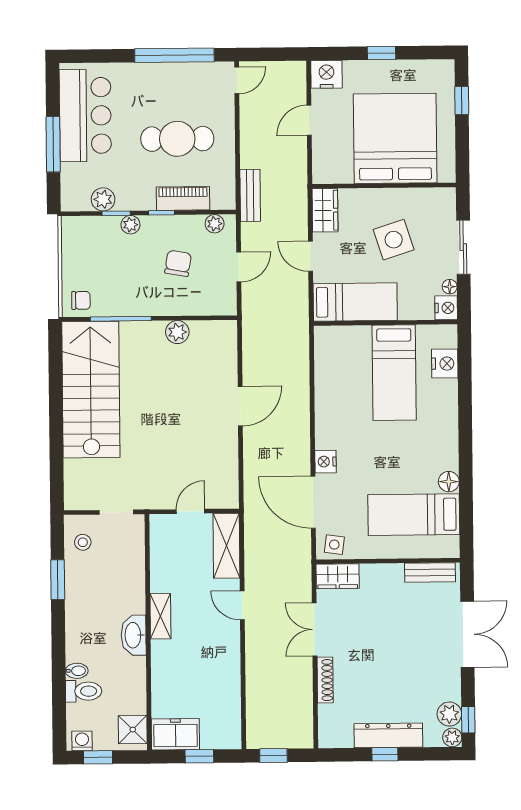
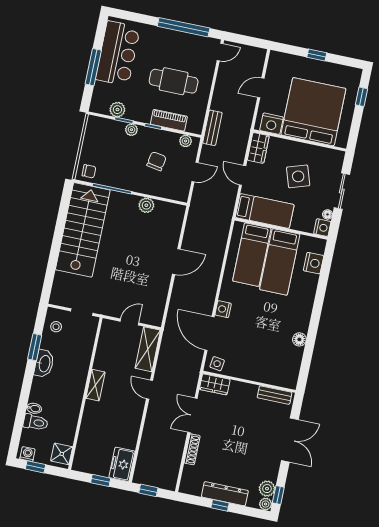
nightstand: (326, 74) -> (272, 124), moved, turned 180
bed: (414, 515) -> (252, 255), moved, turned -90
washbasin: (134, 635) -> (44, 364), moved, turned 180
freezer: (175, 734) -> (122, 464), moved, turned -90

